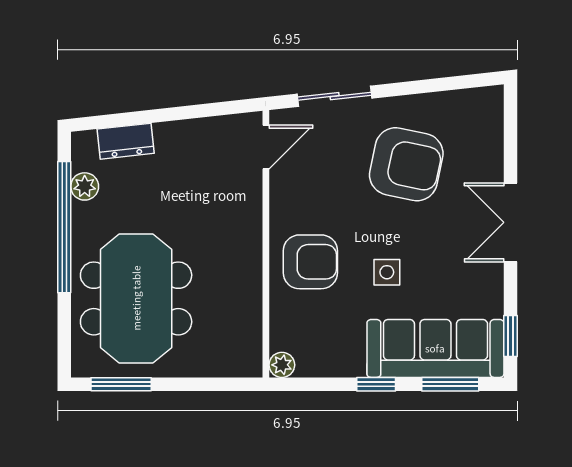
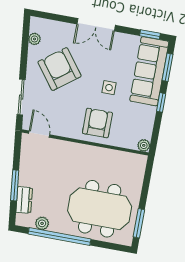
plant: (458, 102) -> (34, 39), added
window: (152, 116) -> (15, 185), added
armchair: (406, 164) -> (60, 69), turned -49

